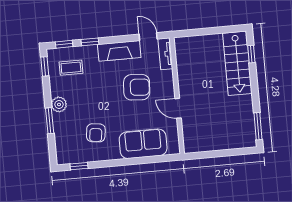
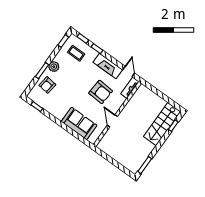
armchair: (96, 133) -> (47, 85), moved

